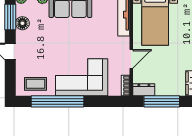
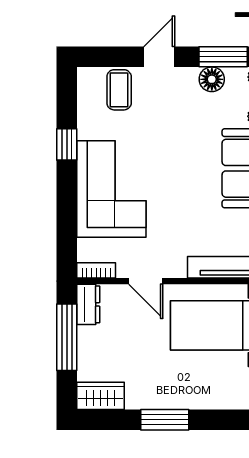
coffee table: (35, 84) -> (119, 90), moved
window: (58, 101) -> (67, 144), width x0.32

